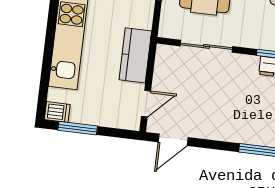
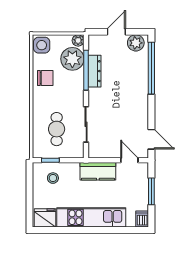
window: (78, 128) -> (151, 191), moved

